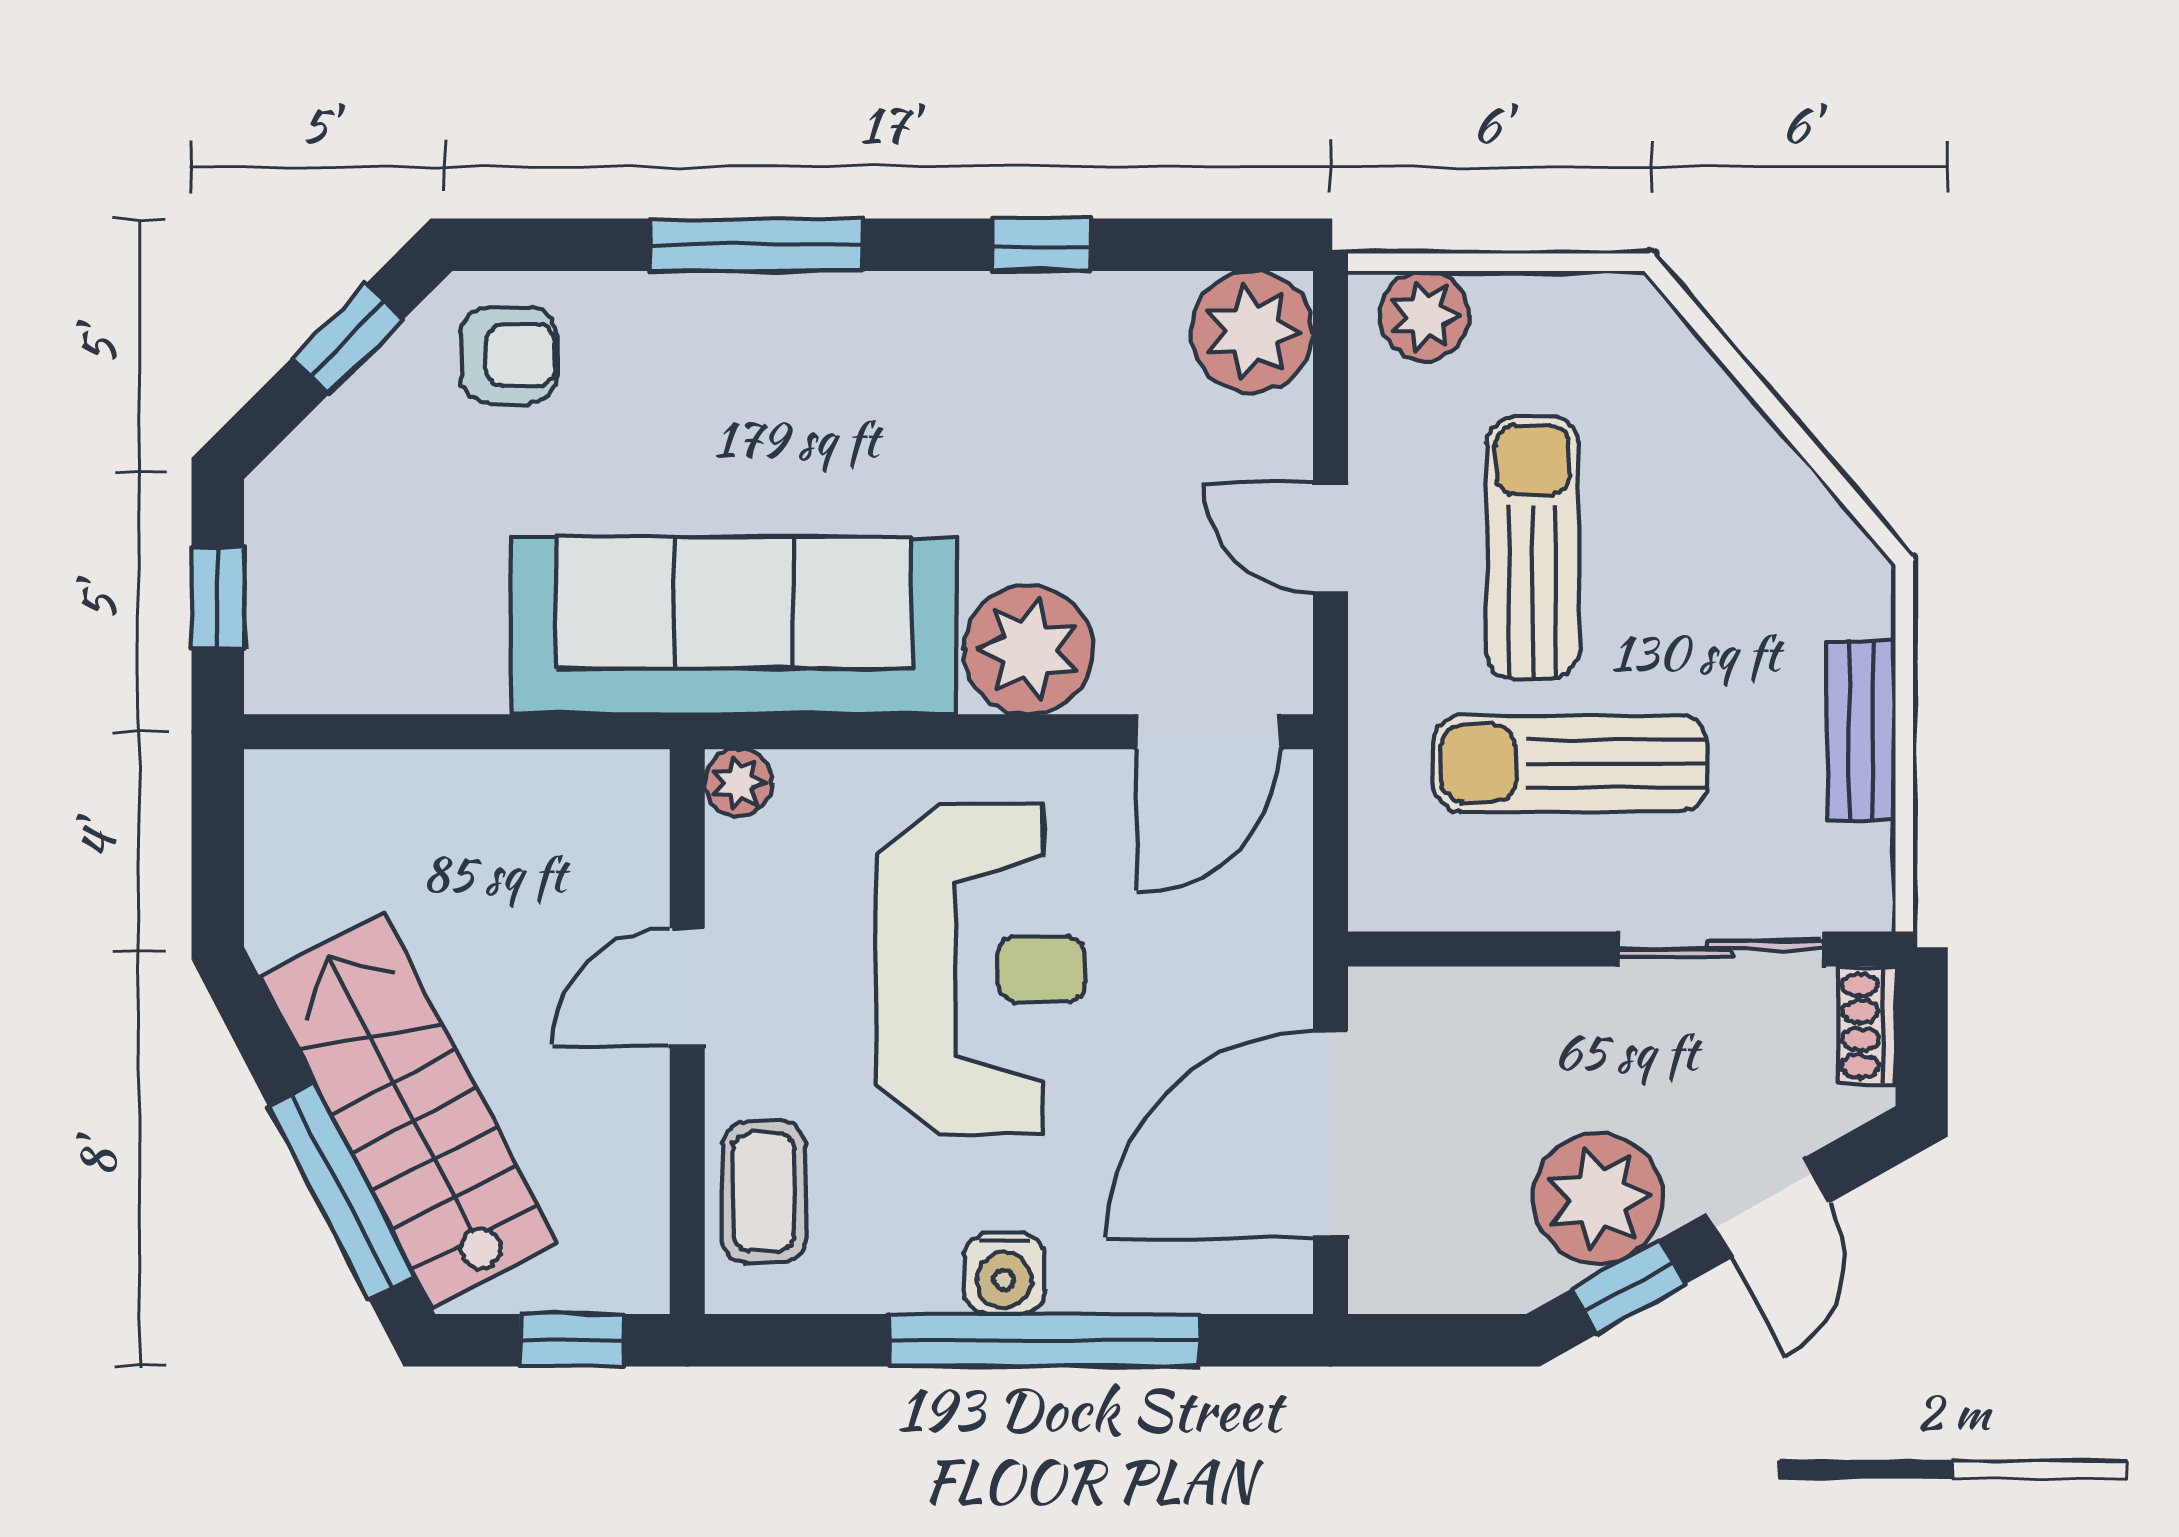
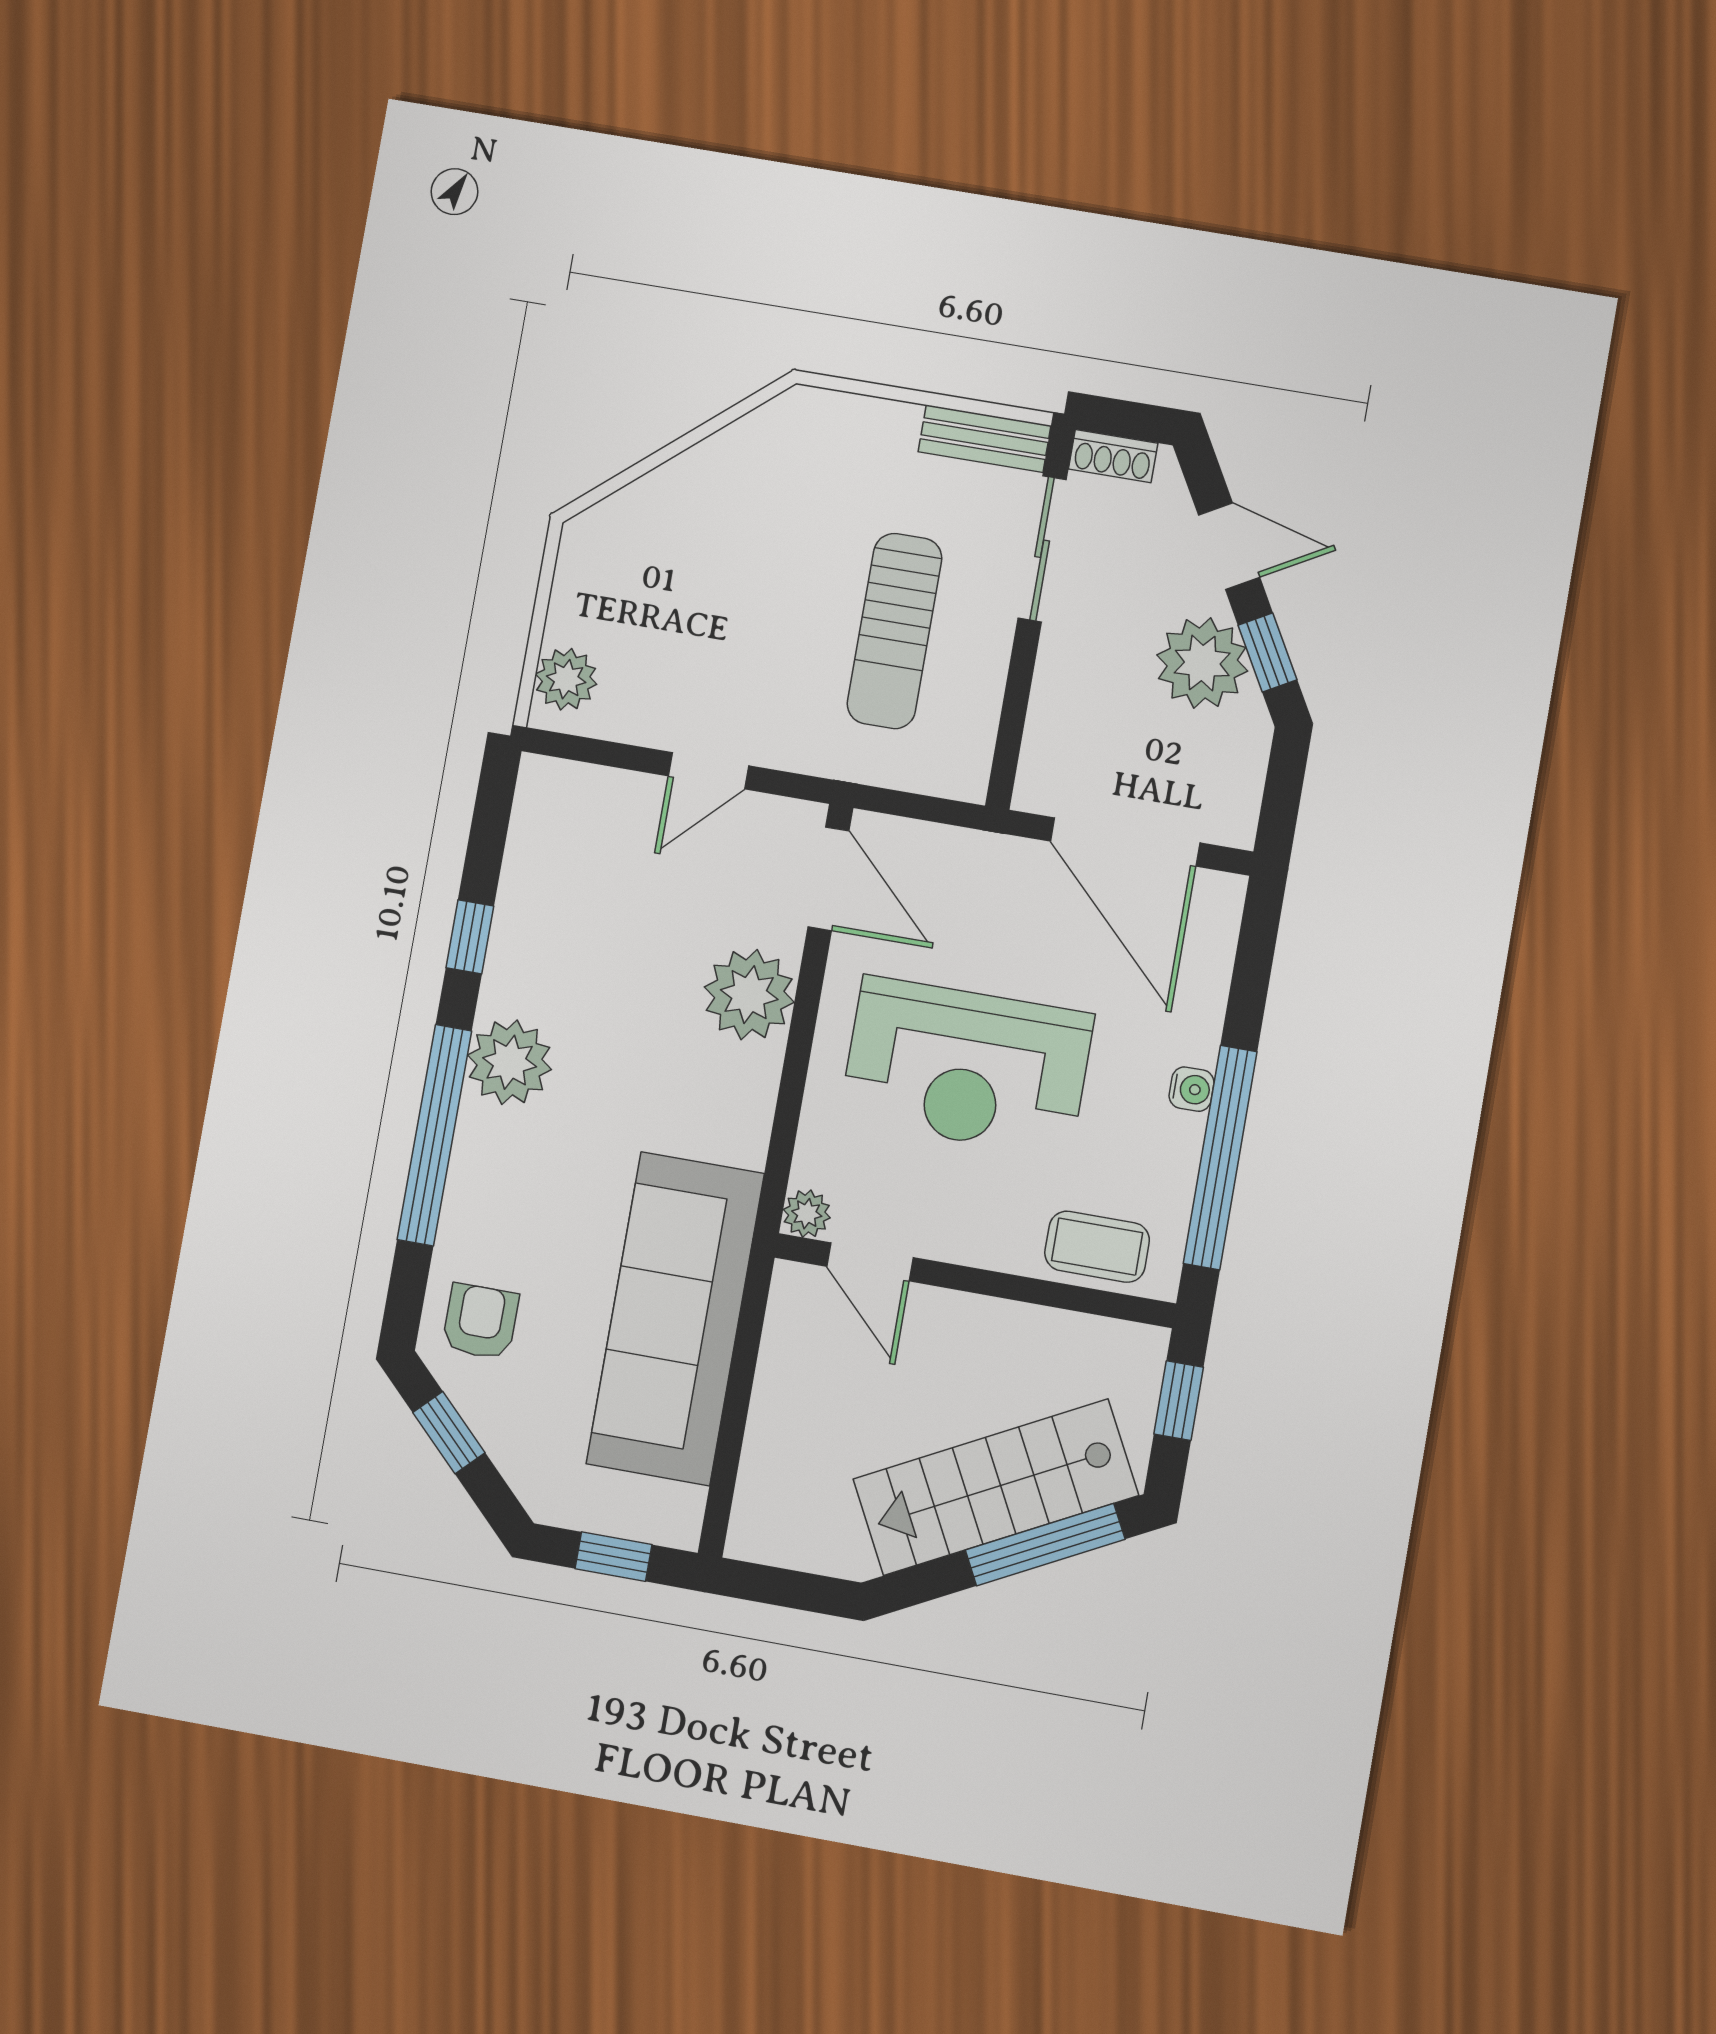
window: (756, 245) -> (434, 1135), width x1.46
plant: (1252, 332) -> (510, 1062), moved
sun lounger: (1533, 548) -> (740, 632), removed
sofa: (734, 626) -> (675, 1319), moved
bench: (1861, 730) -> (985, 439), moved
reception desk: (981, 969) -> (967, 1067), turned 180
door: (687, 987) -> (870, 1262), moved
water cooler: (1004, 1274) -> (1191, 1089), width x0.72, depth x0.72
window: (1044, 1340) -> (1220, 1158), moved

